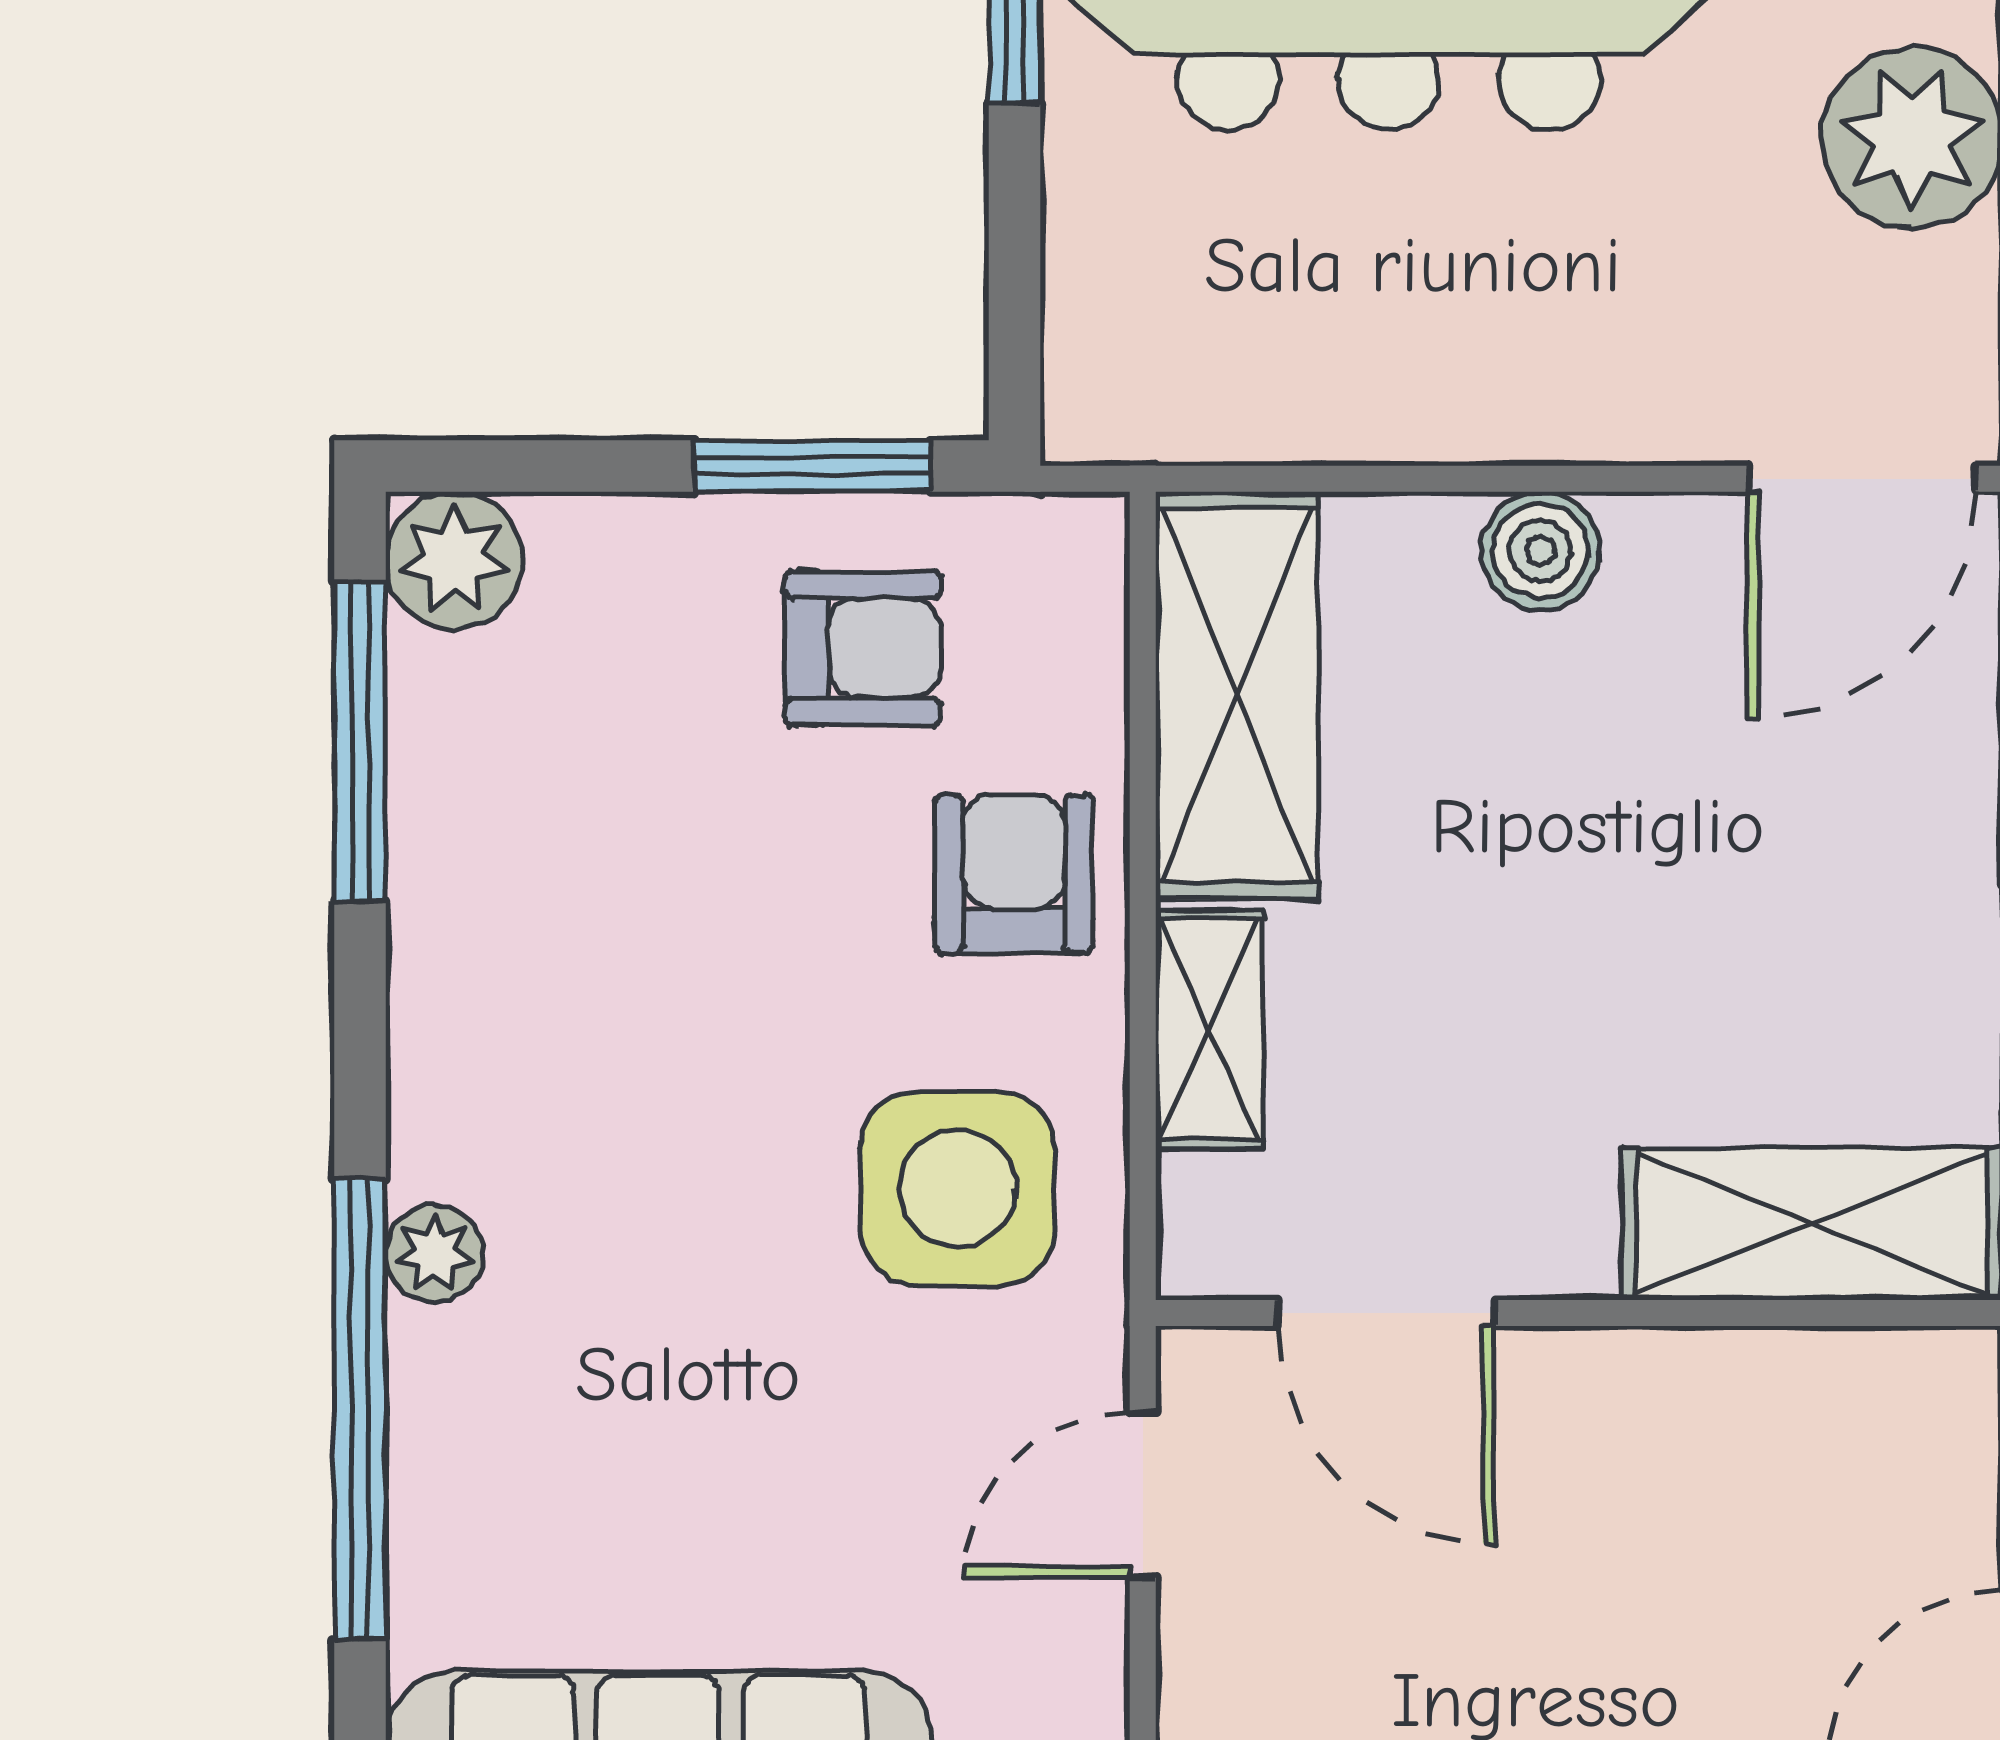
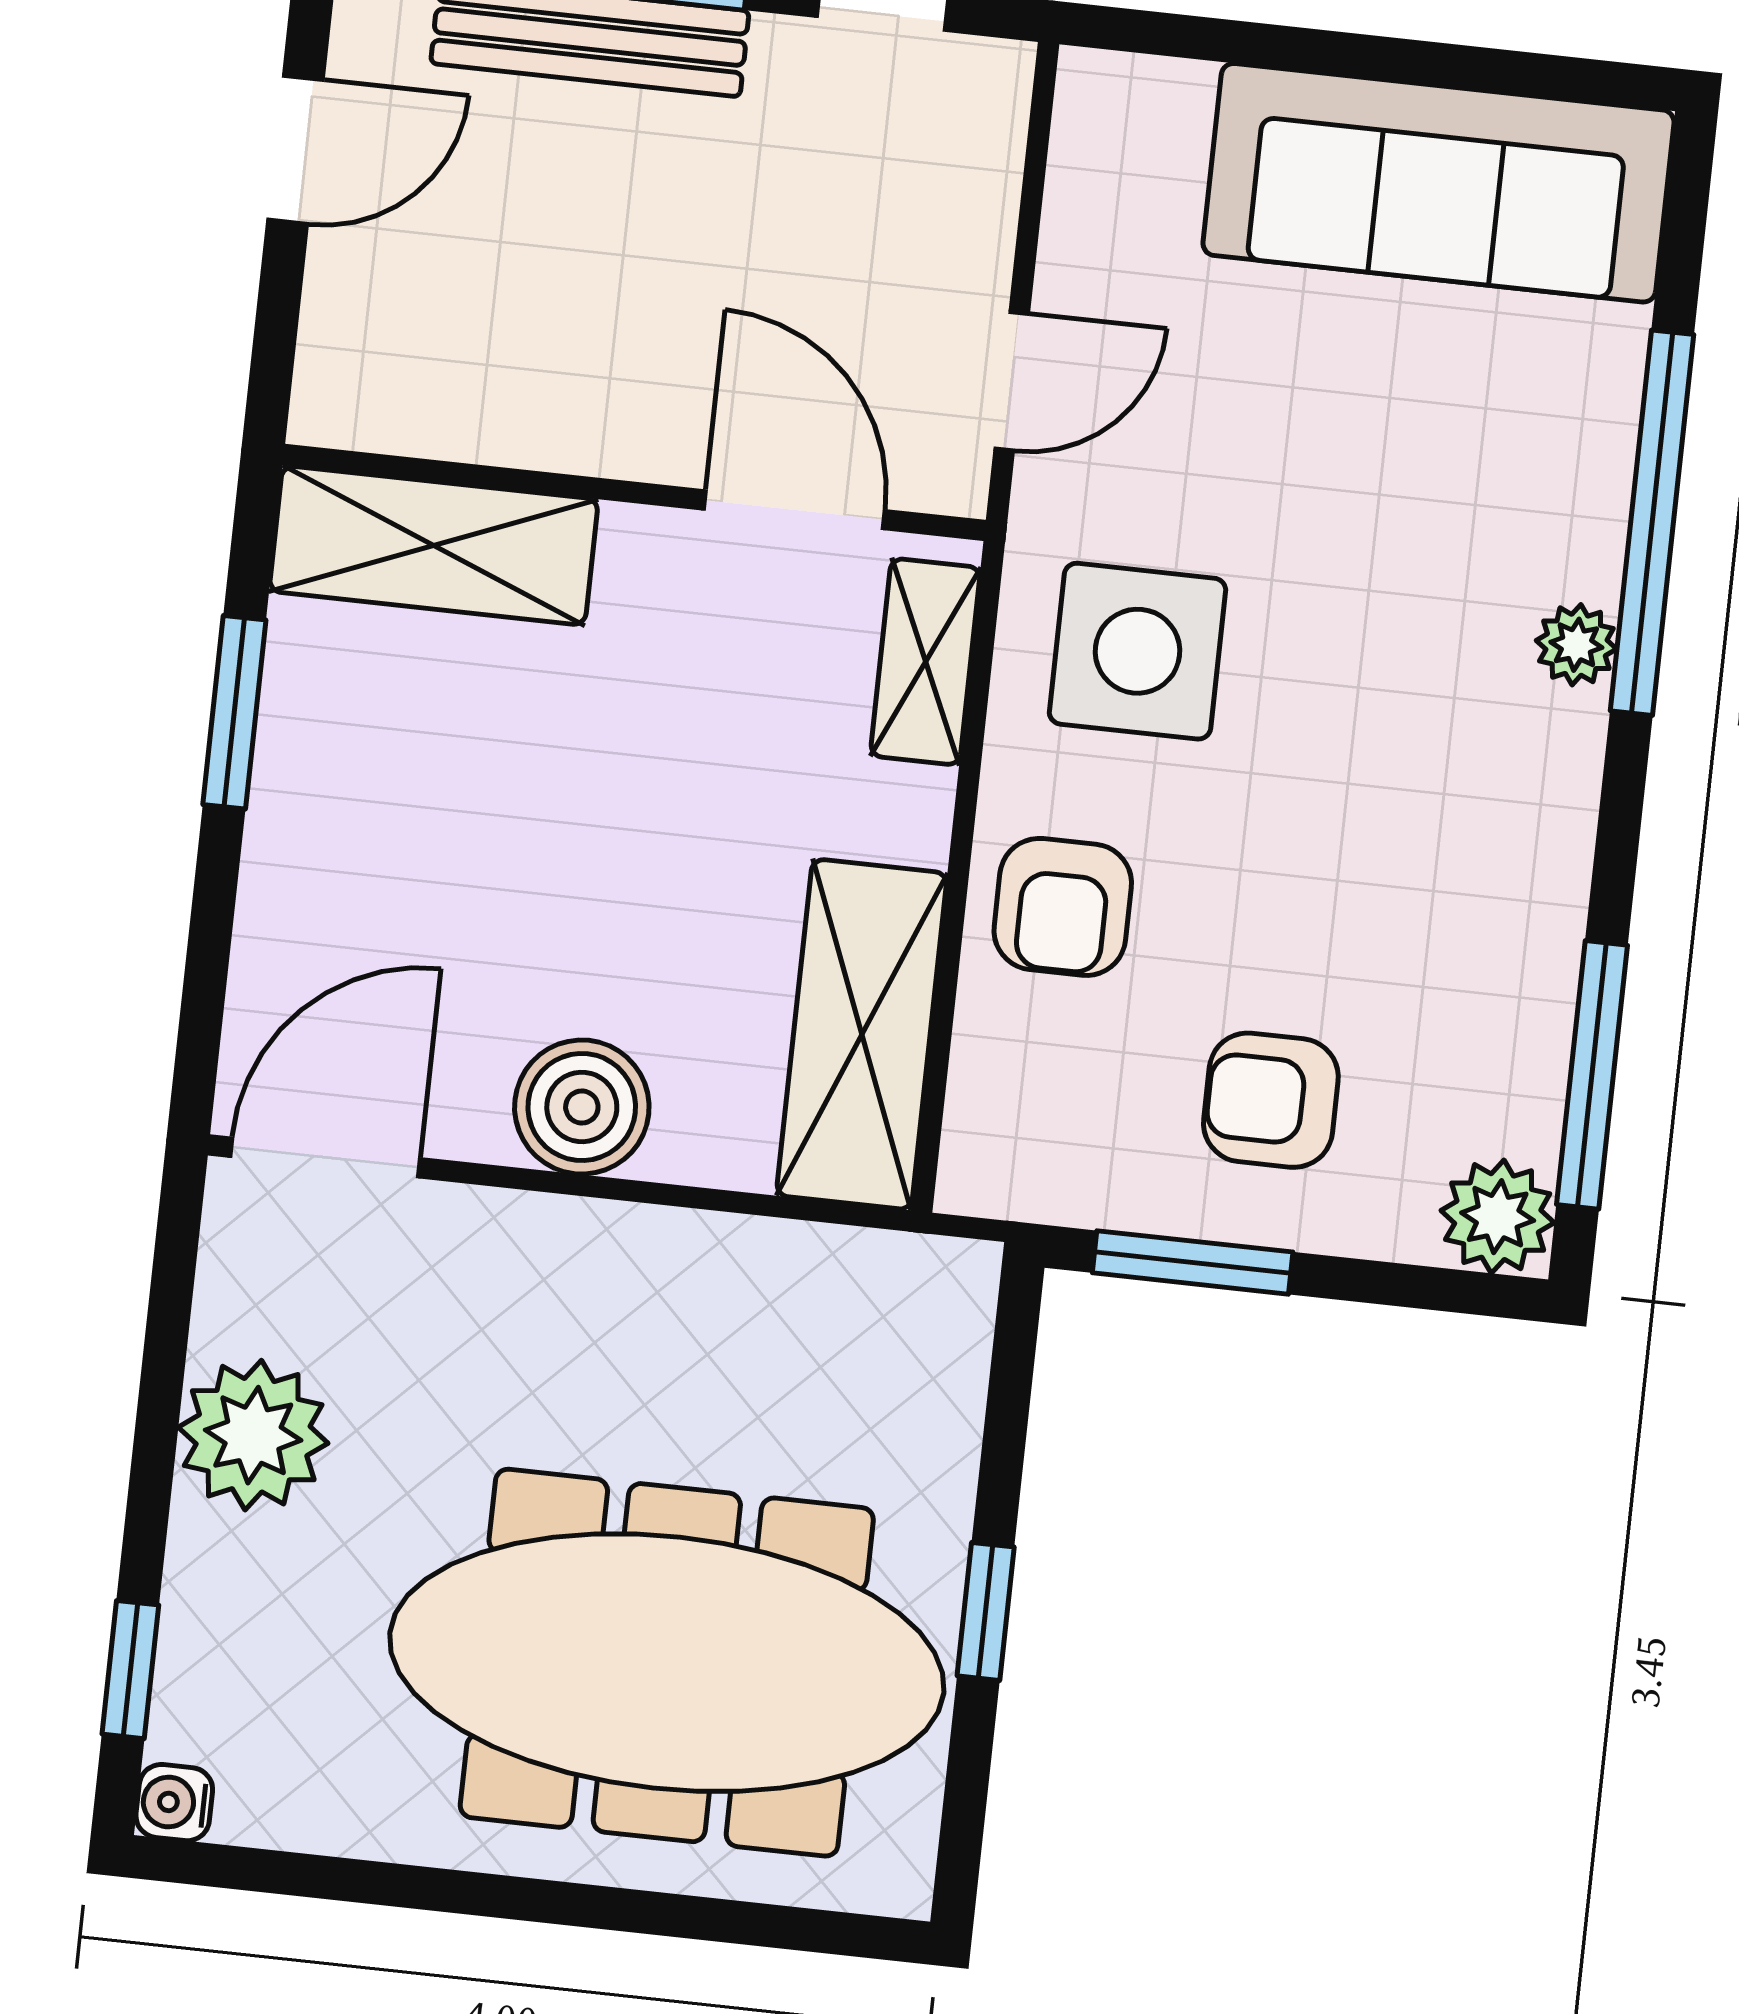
boiler: (1541, 551) -> (582, 1107), width x1.36, depth x1.36
armchair: (863, 648) -> (1271, 1100), moved
shelving: (1210, 1029) -> (925, 662), moved

